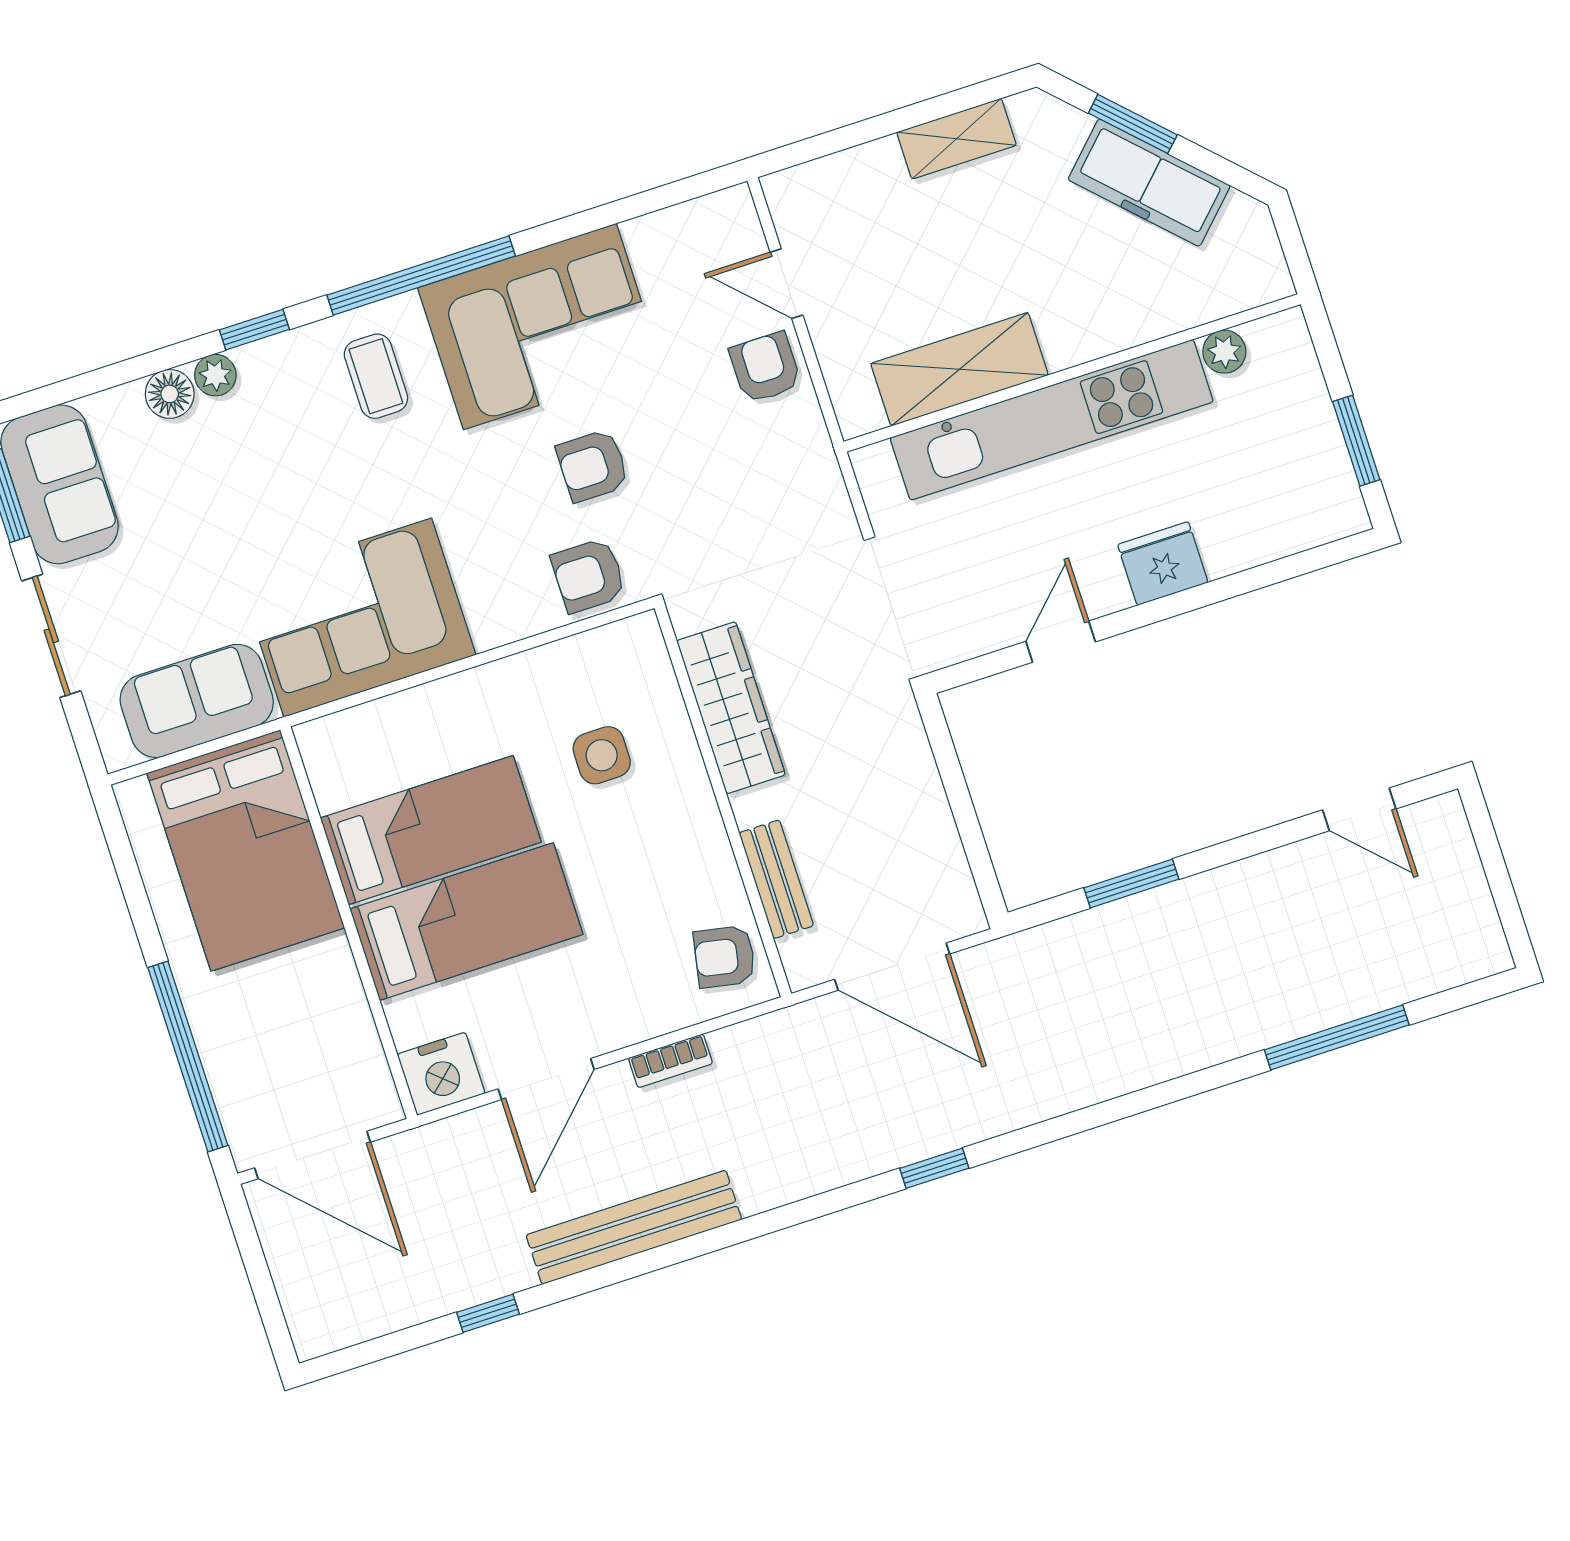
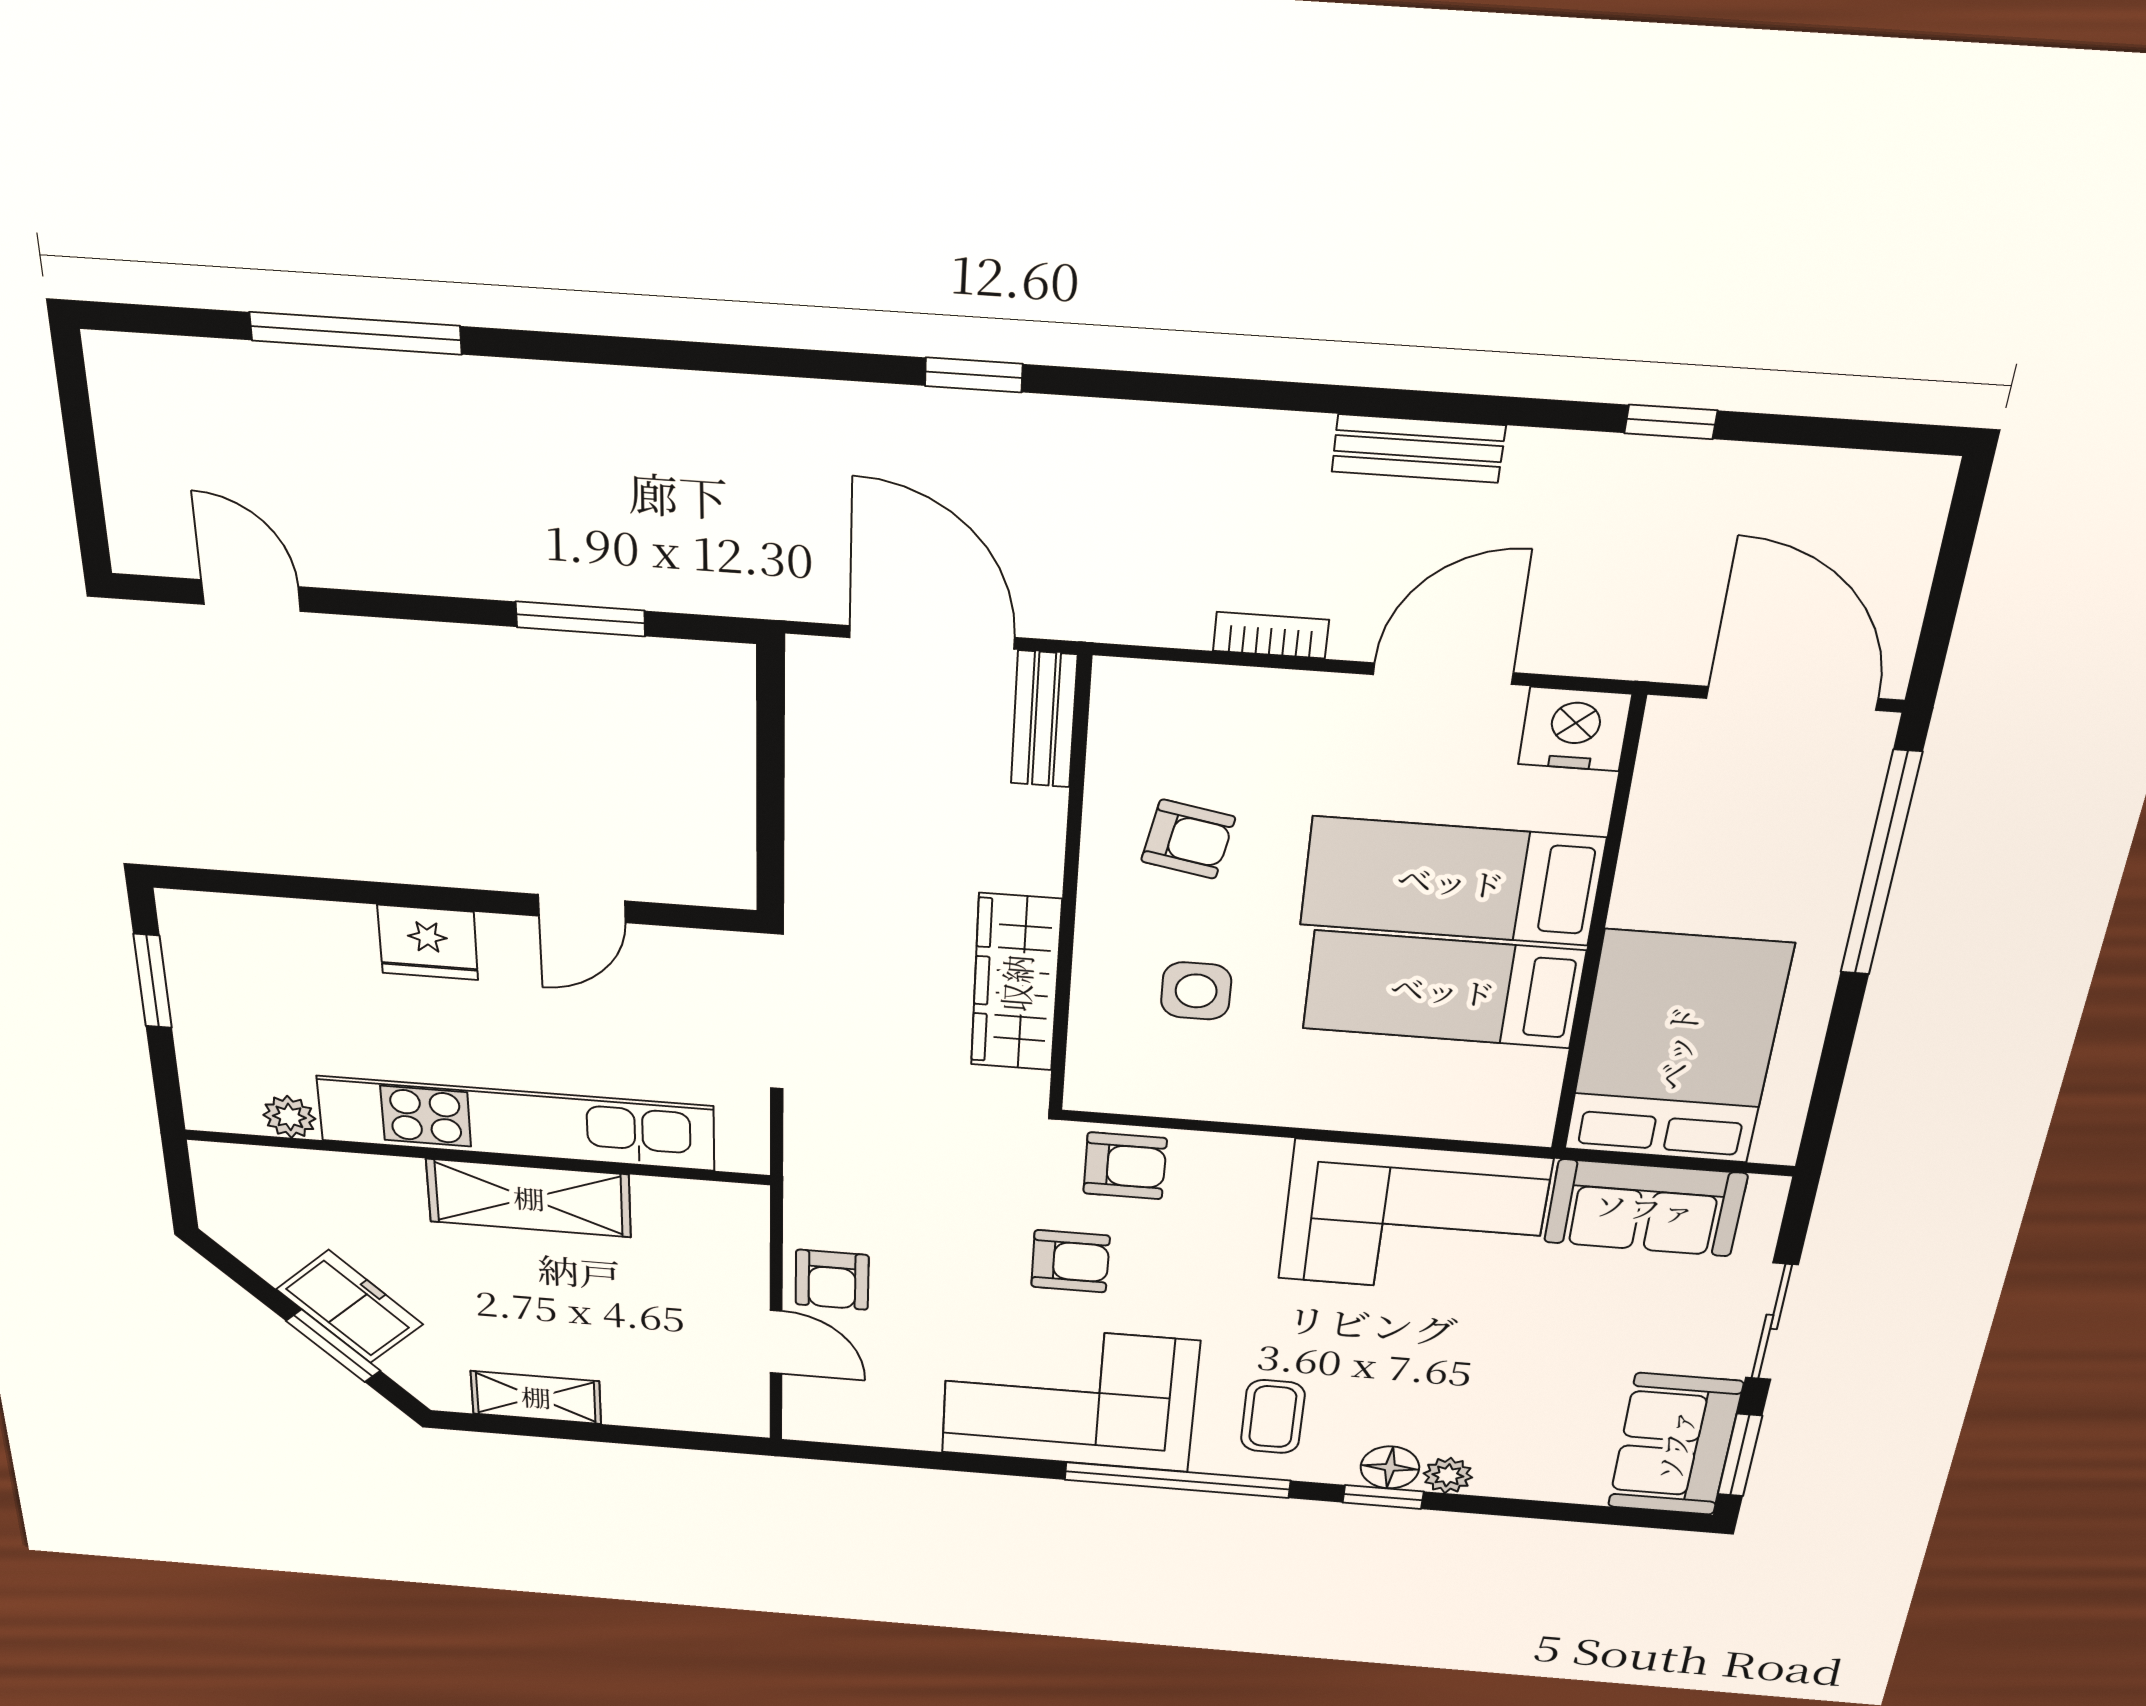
freezer: (1149, 183) -> (350, 1307), width x0.71
shelving: (960, 369) -> (529, 1198), moved
floor lamp: (170, 394) -> (1390, 1467), moved
bench: (776, 879) -> (1044, 719), moved
armchair: (725, 957) -> (1188, 839), moved
bench: (634, 1227) -> (1418, 449), width x0.54, depth x0.82

